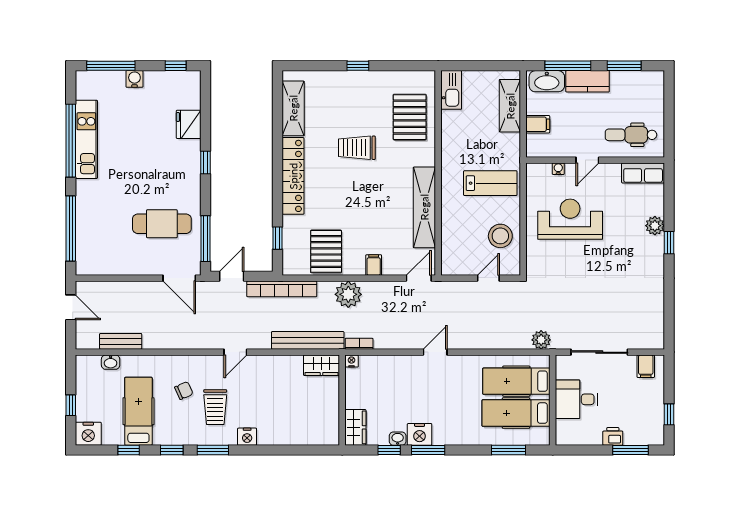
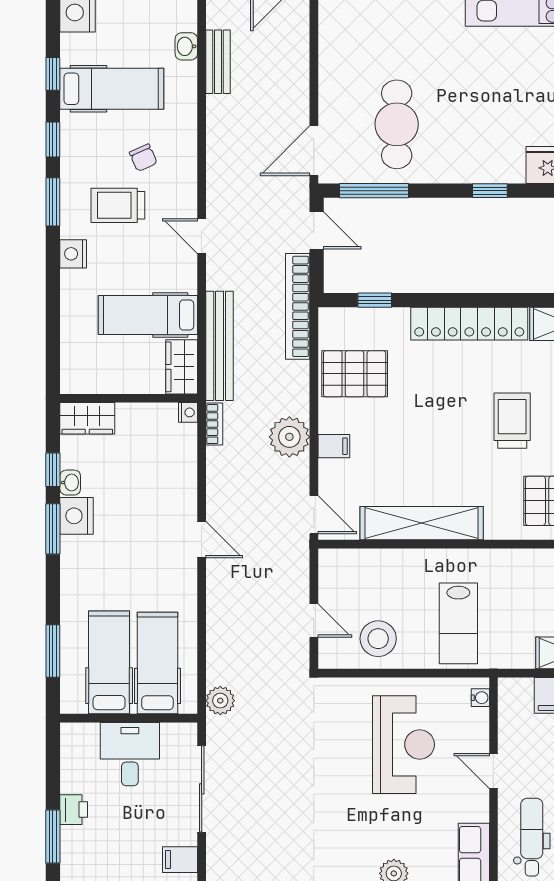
water cooler: (558, 169) -> (480, 698), moved
plant: (348, 294) -> (289, 437), moved
hospital bed: (287, 387) -> (148, 315), added

